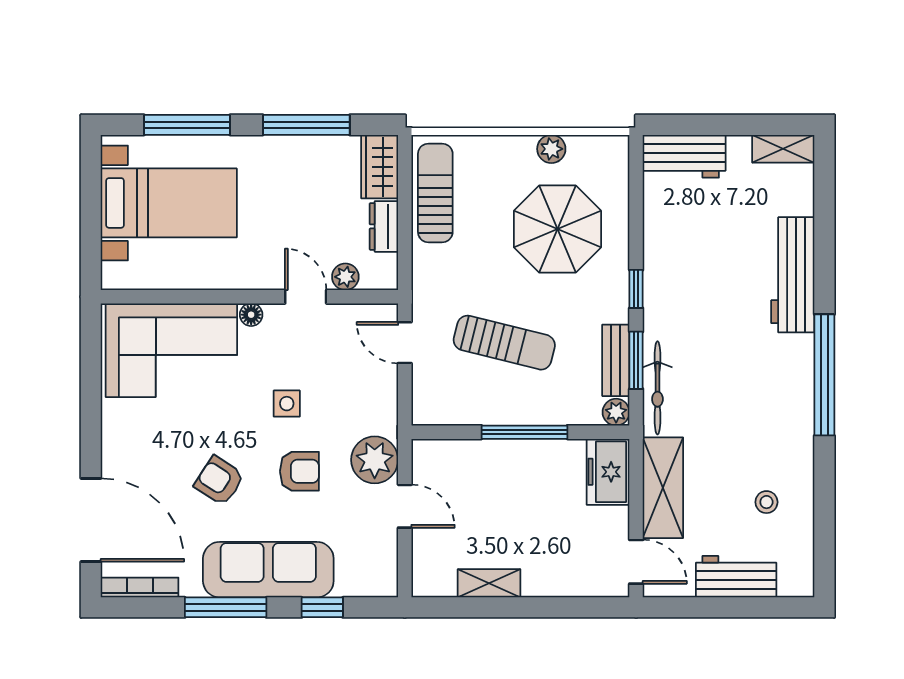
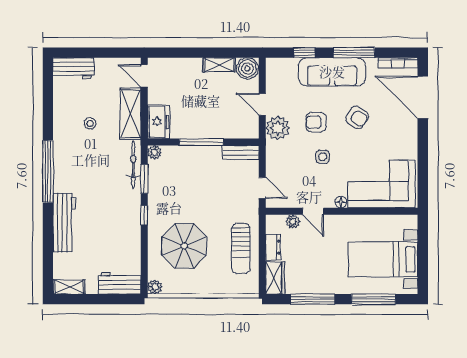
plant: (551, 149) -> (155, 287), moved
sun lounger: (435, 193) -> (241, 248), moved
sun lounger: (504, 343) -> (211, 188), removed
bench: (616, 360) -> (241, 152), moved, turned 90
stool: (766, 502) -> (90, 123), moved
boiler: (434, 576) -> (247, 69), added
workbench: (736, 577) -> (74, 68), moved

